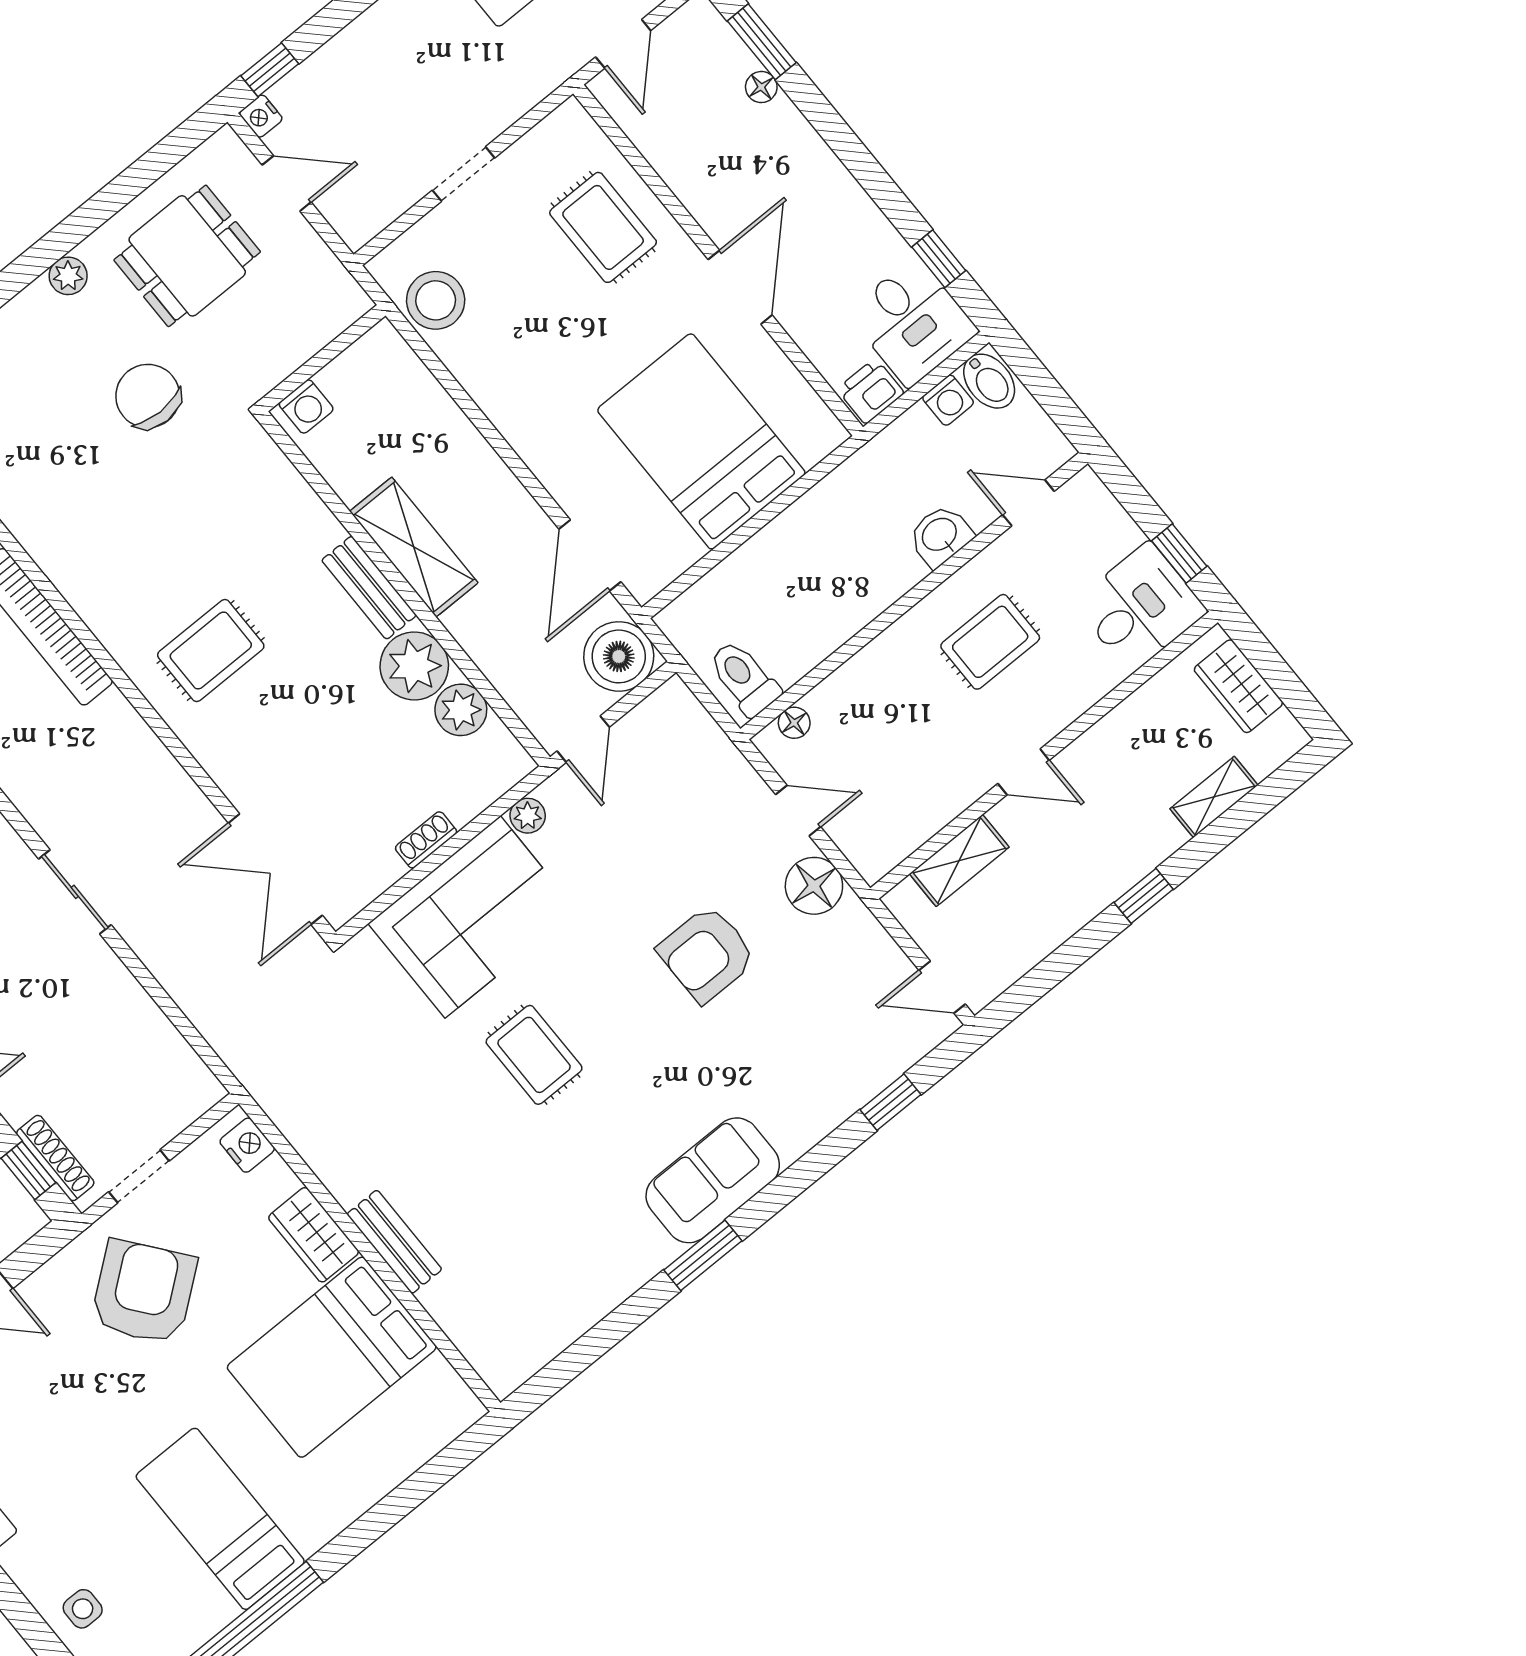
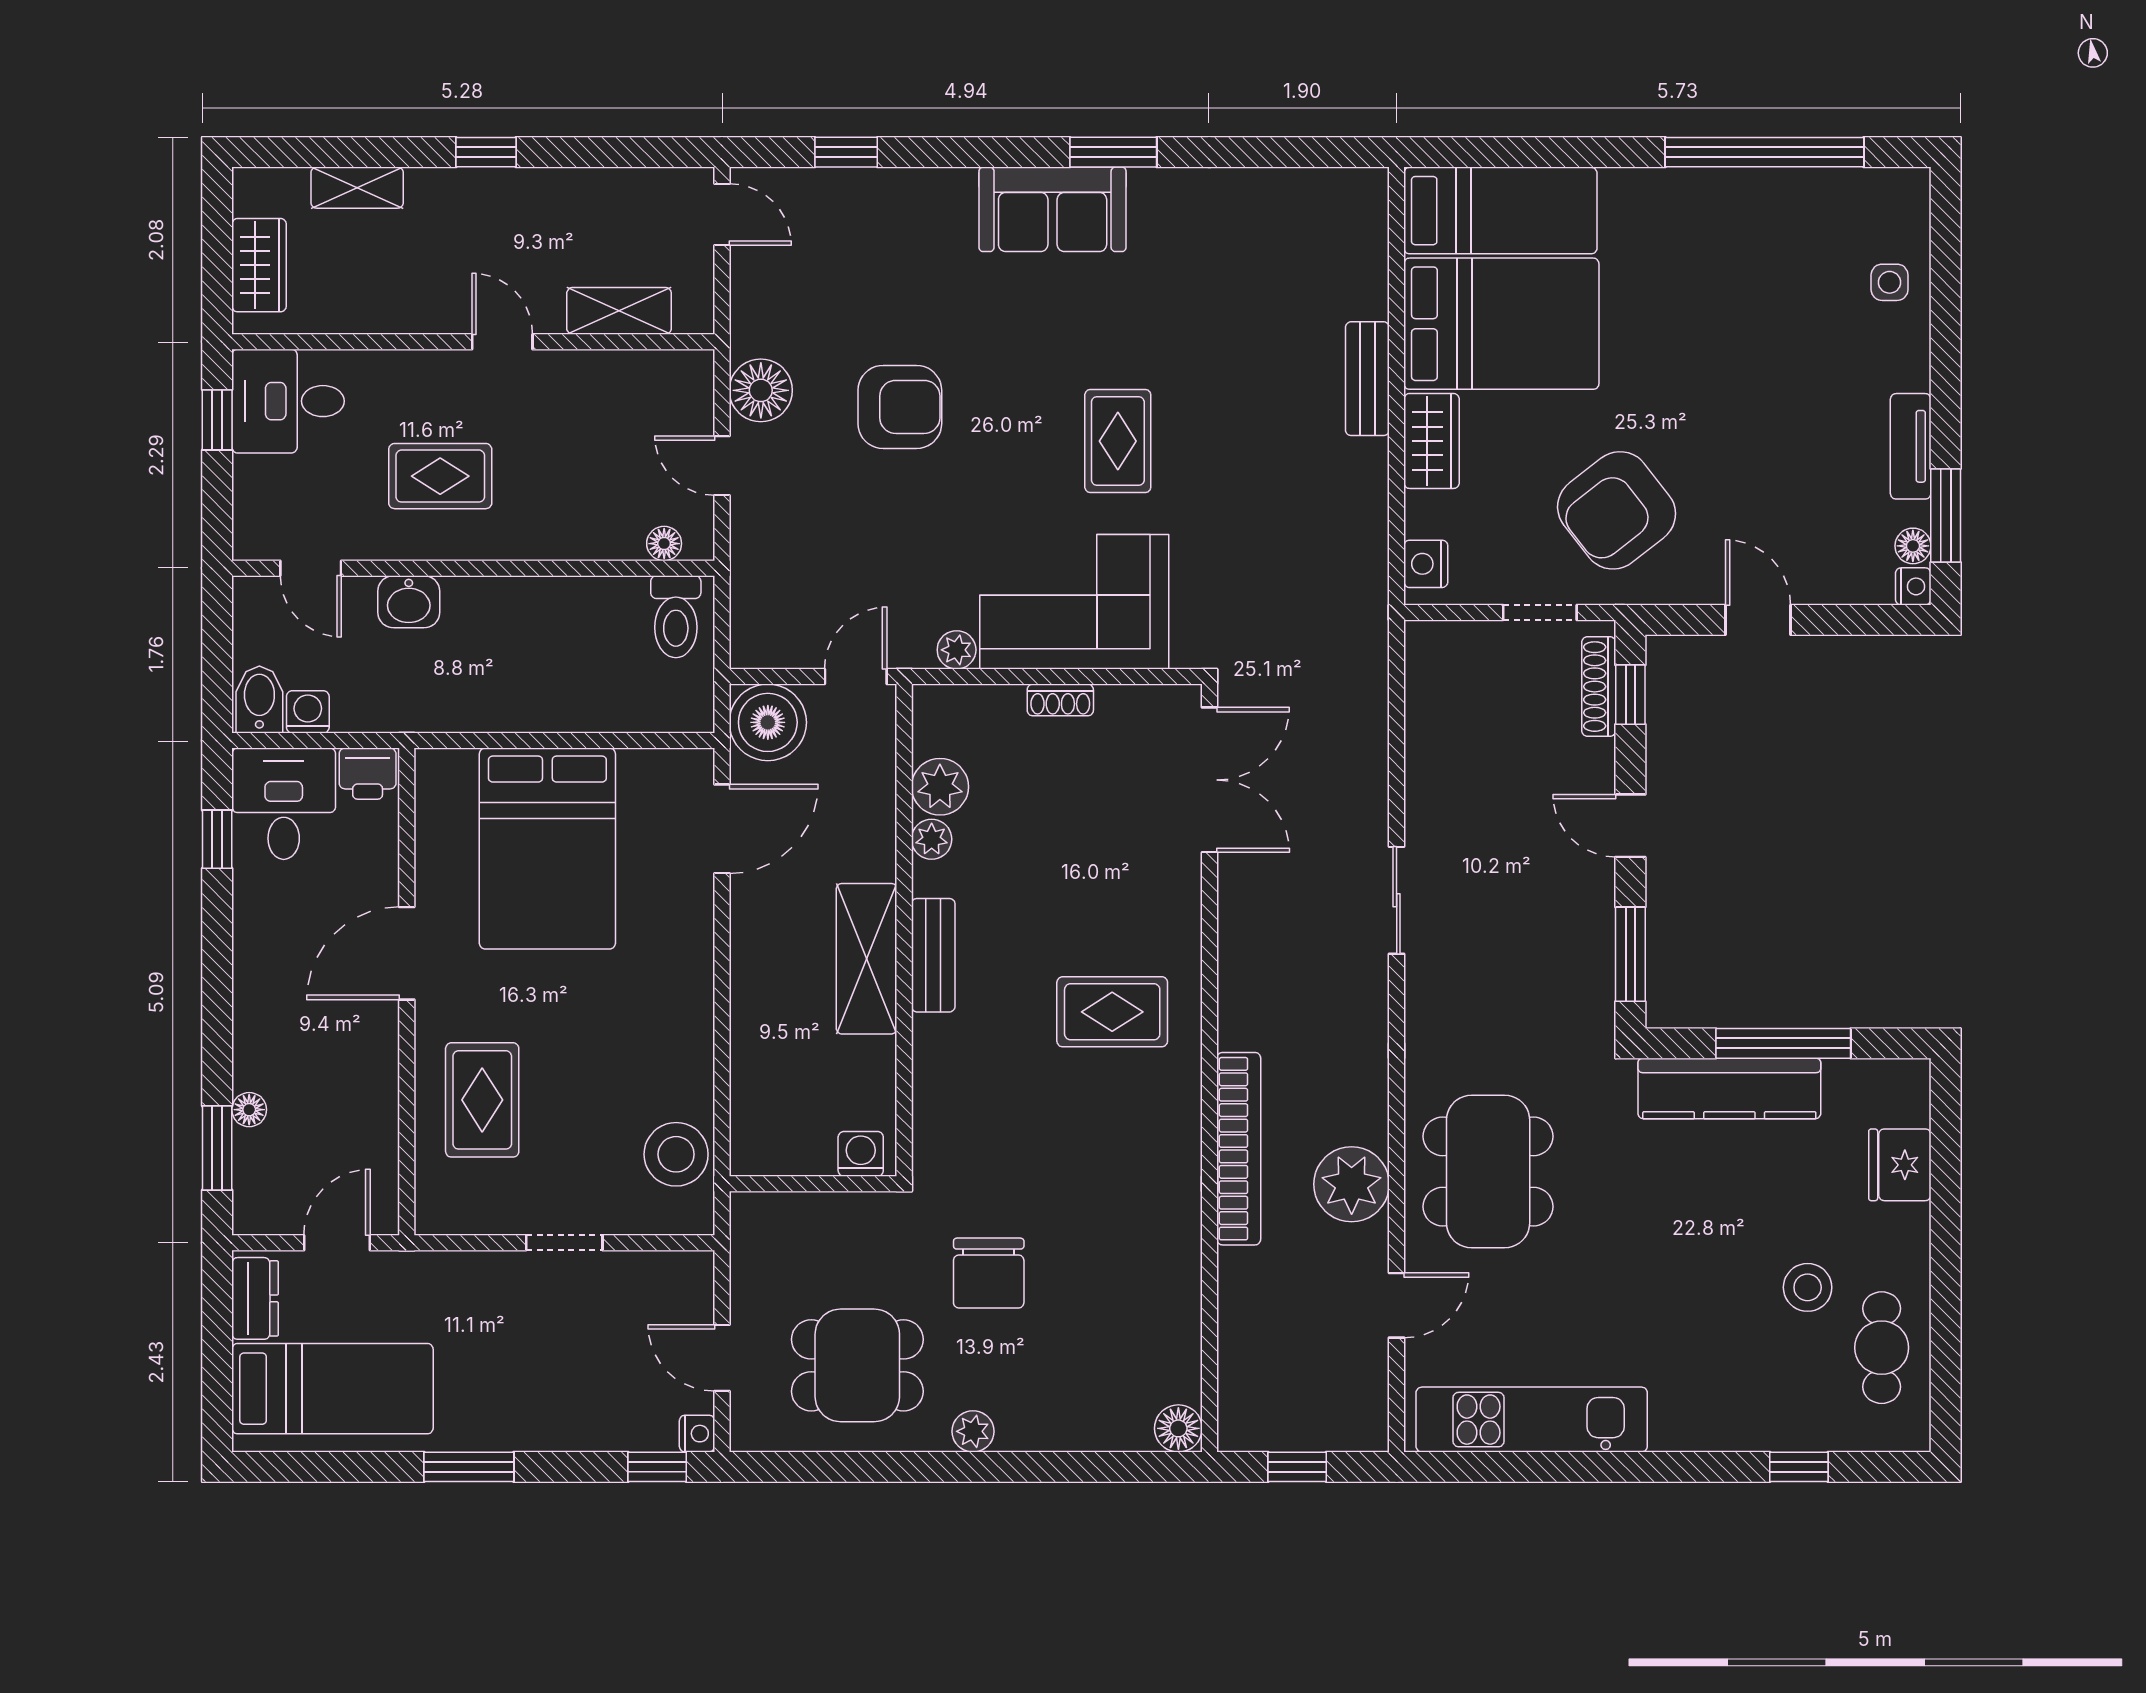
plant: (414, 666) -> (932, 839), width x0.53, depth x0.53
bed: (220, 1519) -> (1500, 211), moved, turned -90

